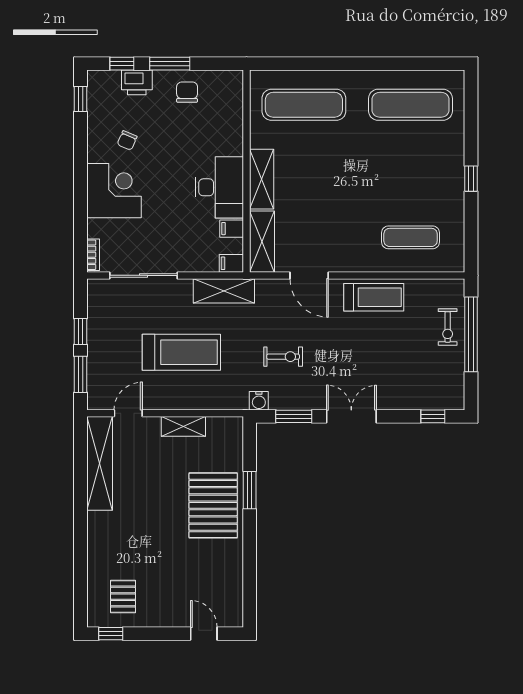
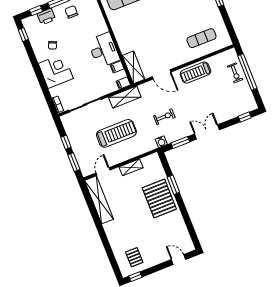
shelving: (262, 179) -> (122, 38), removed
treadmill: (374, 297) -> (195, 73), turned 180

